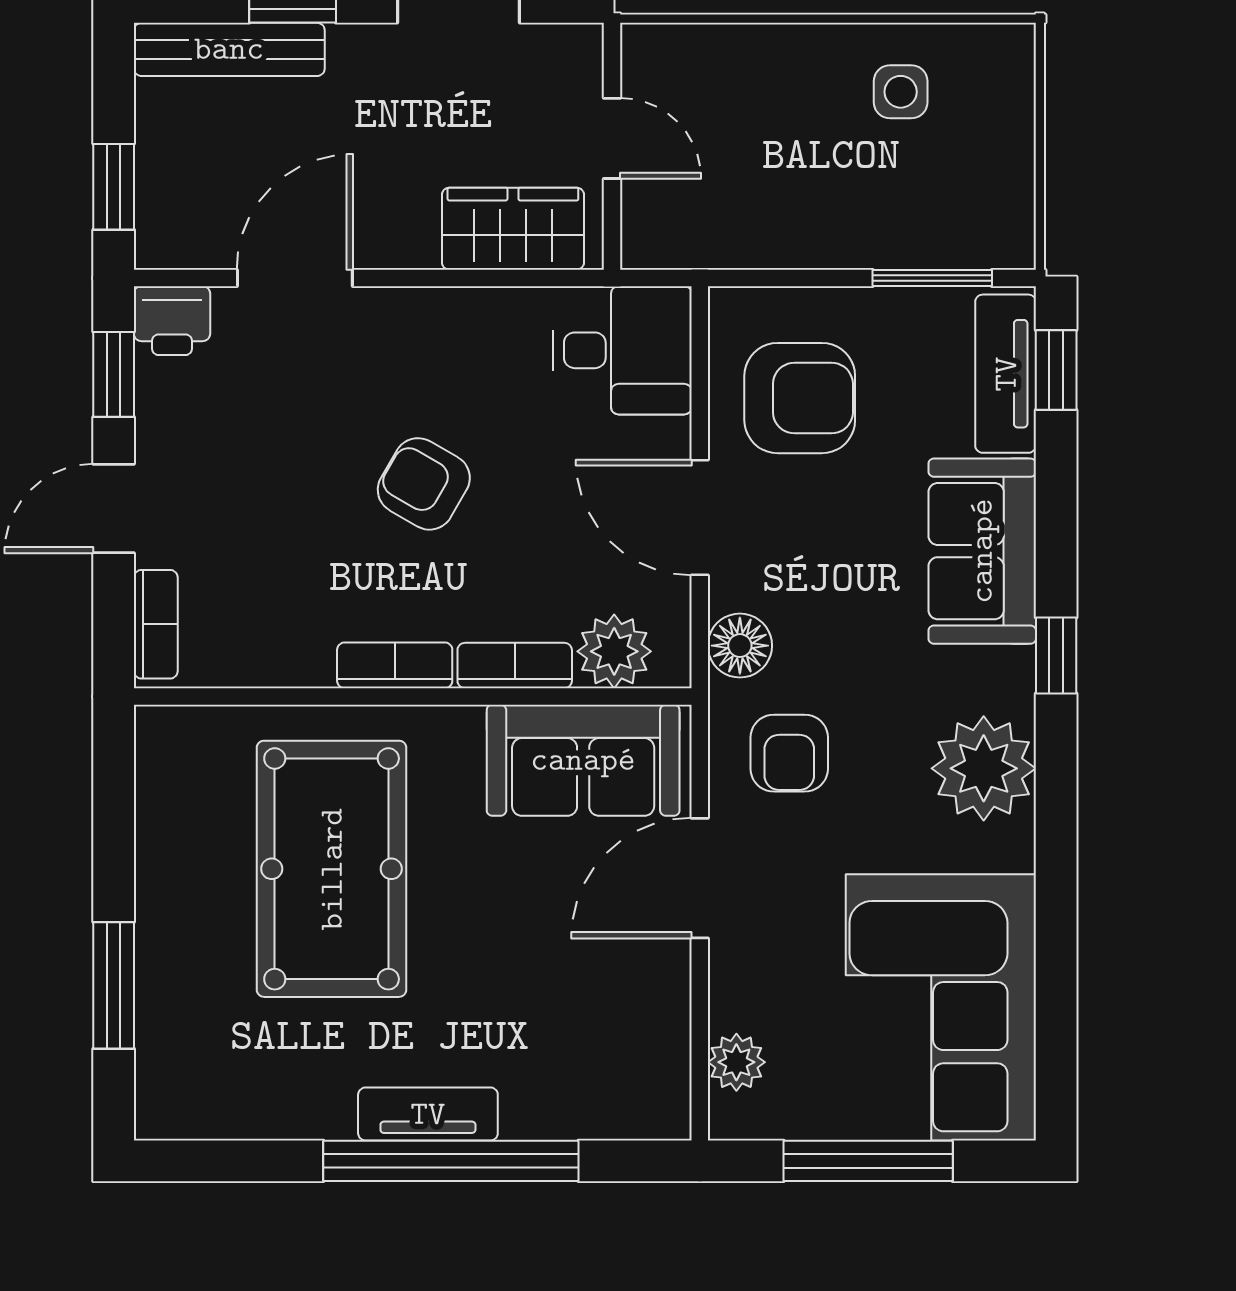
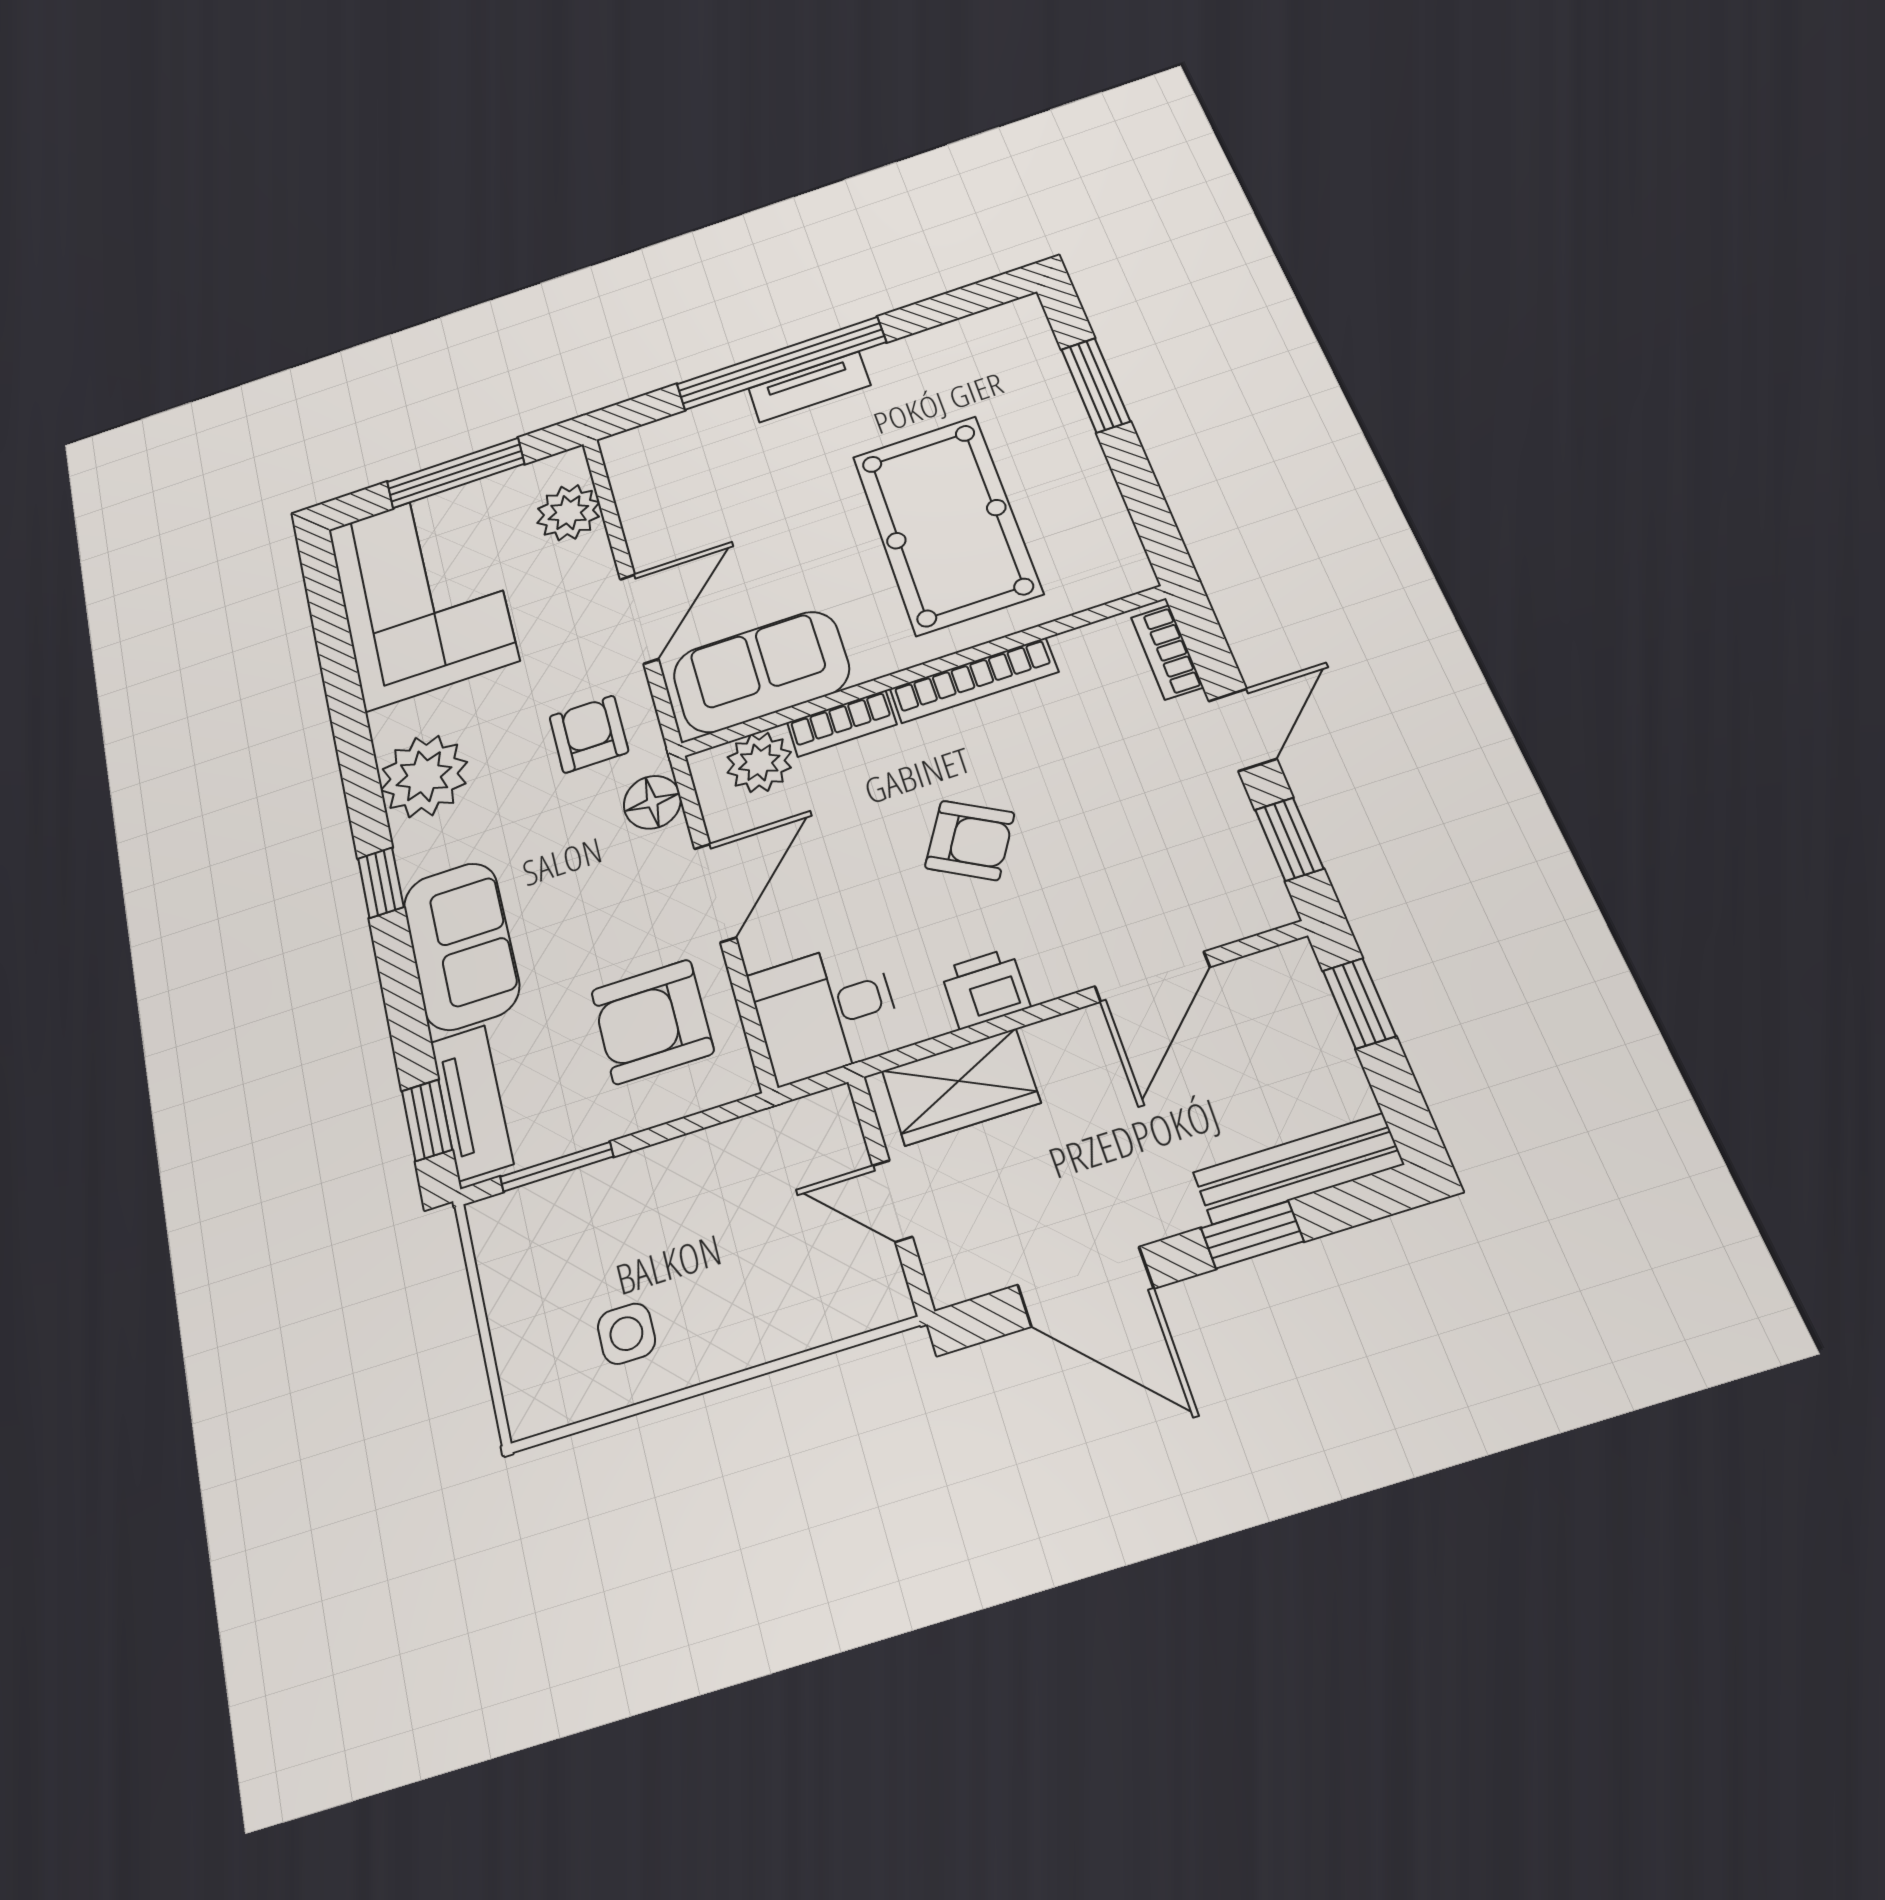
printer: (172, 321) -> (985, 988), moved
door: (700, 517) -> (715, 893), hinge flipped
bookcase: (395, 665) -> (974, 680), width x1.56
plant: (736, 1062) -> (568, 513), width x1.38, depth x1.38

